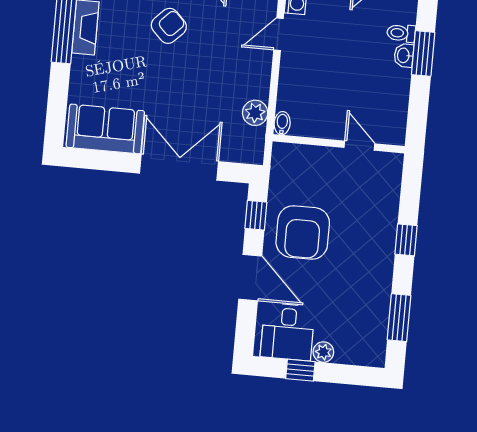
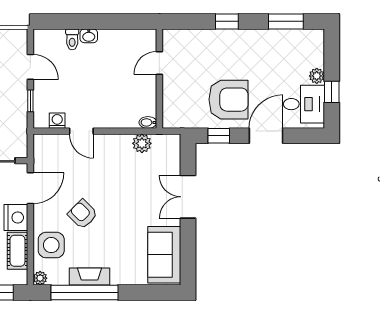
window: (423, 53) -> (86, 21), removed
double door: (179, 167) -> (188, 197), width x0.73

